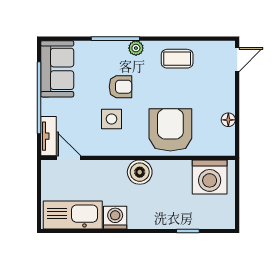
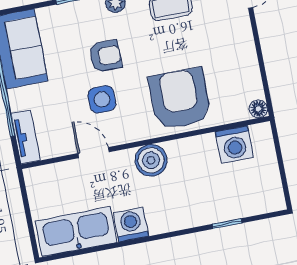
floor lamp: (228, 120) -> (258, 109), moved
door: (69, 158) -> (94, 153), moved
washing machine: (210, 177) -> (234, 144), width x0.73, depth x0.73

